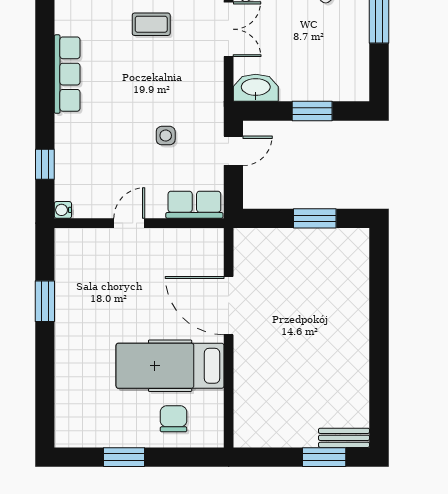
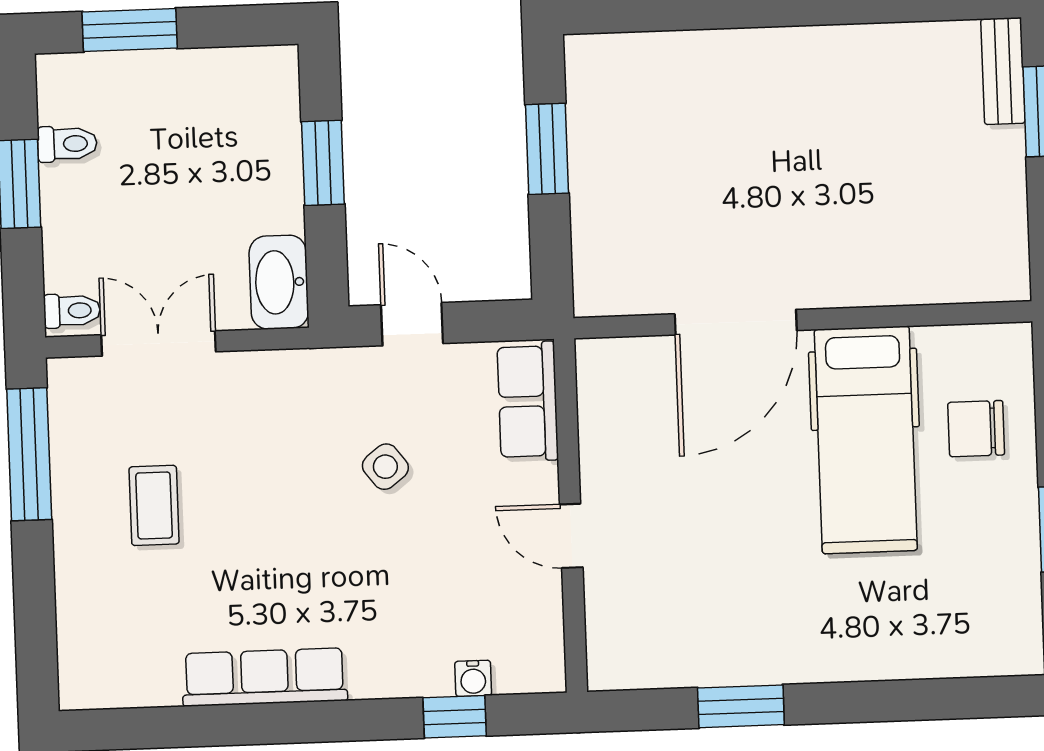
side table: (166, 136) -> (385, 467), turned -38
water cooler: (63, 210) -> (473, 678), moved

